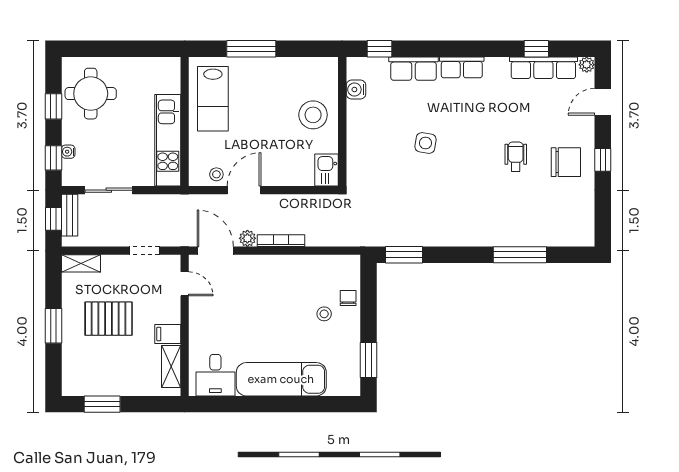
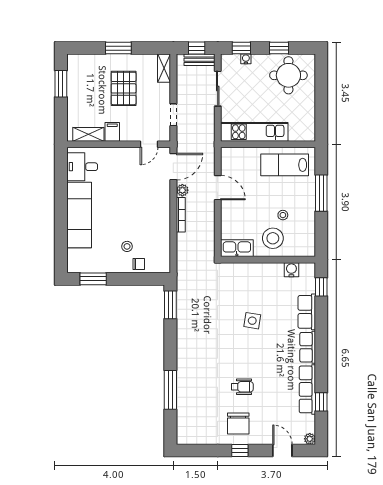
row of seats: (543, 68) -> (307, 389), moved
kitchen sink: (327, 170) -> (237, 248), width x1.38
stool: (216, 174) -> (283, 215), moved

